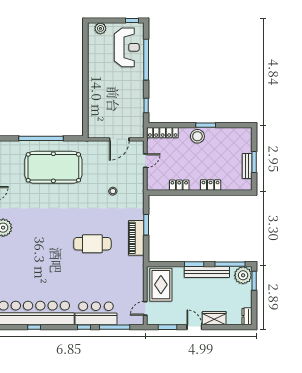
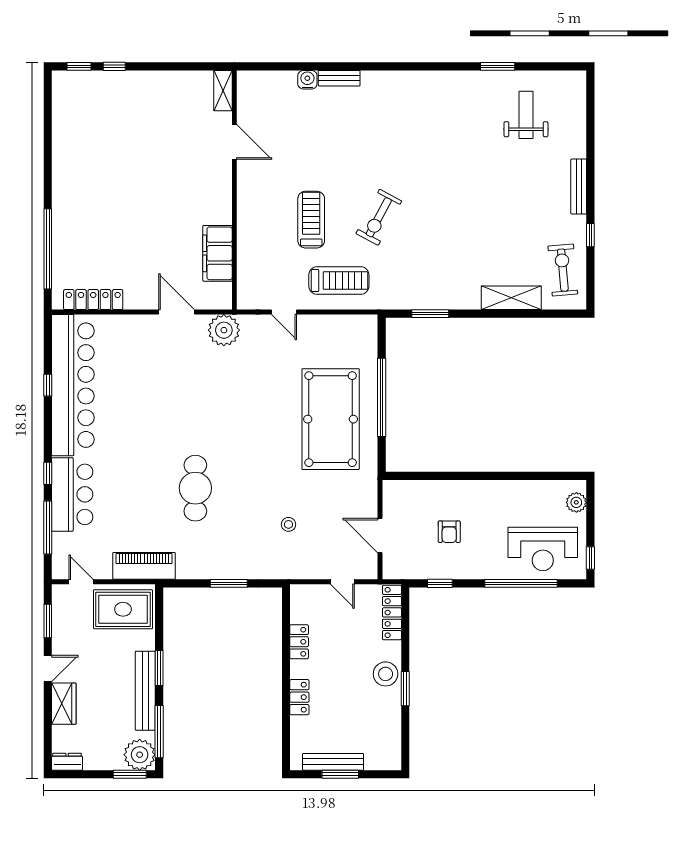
armchair: (117, 100) -> (449, 532), added
bench: (247, 166) -> (333, 762), width x1.36
piano: (136, 238) -> (144, 566), moved

